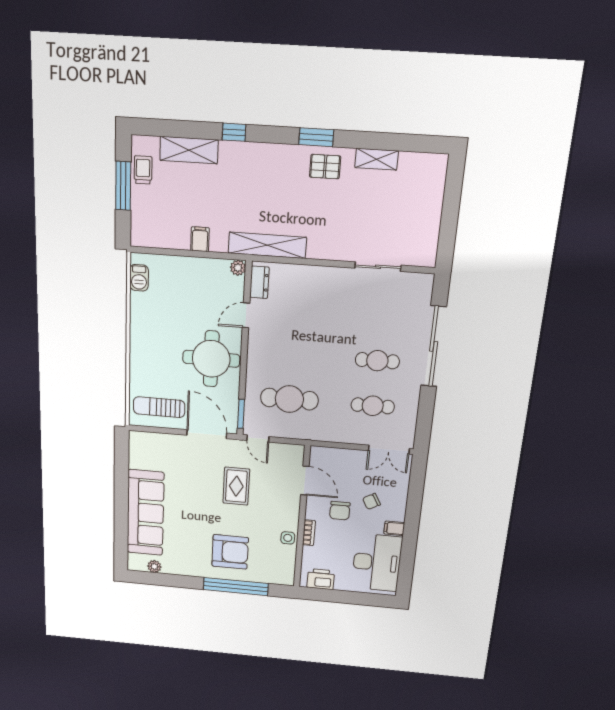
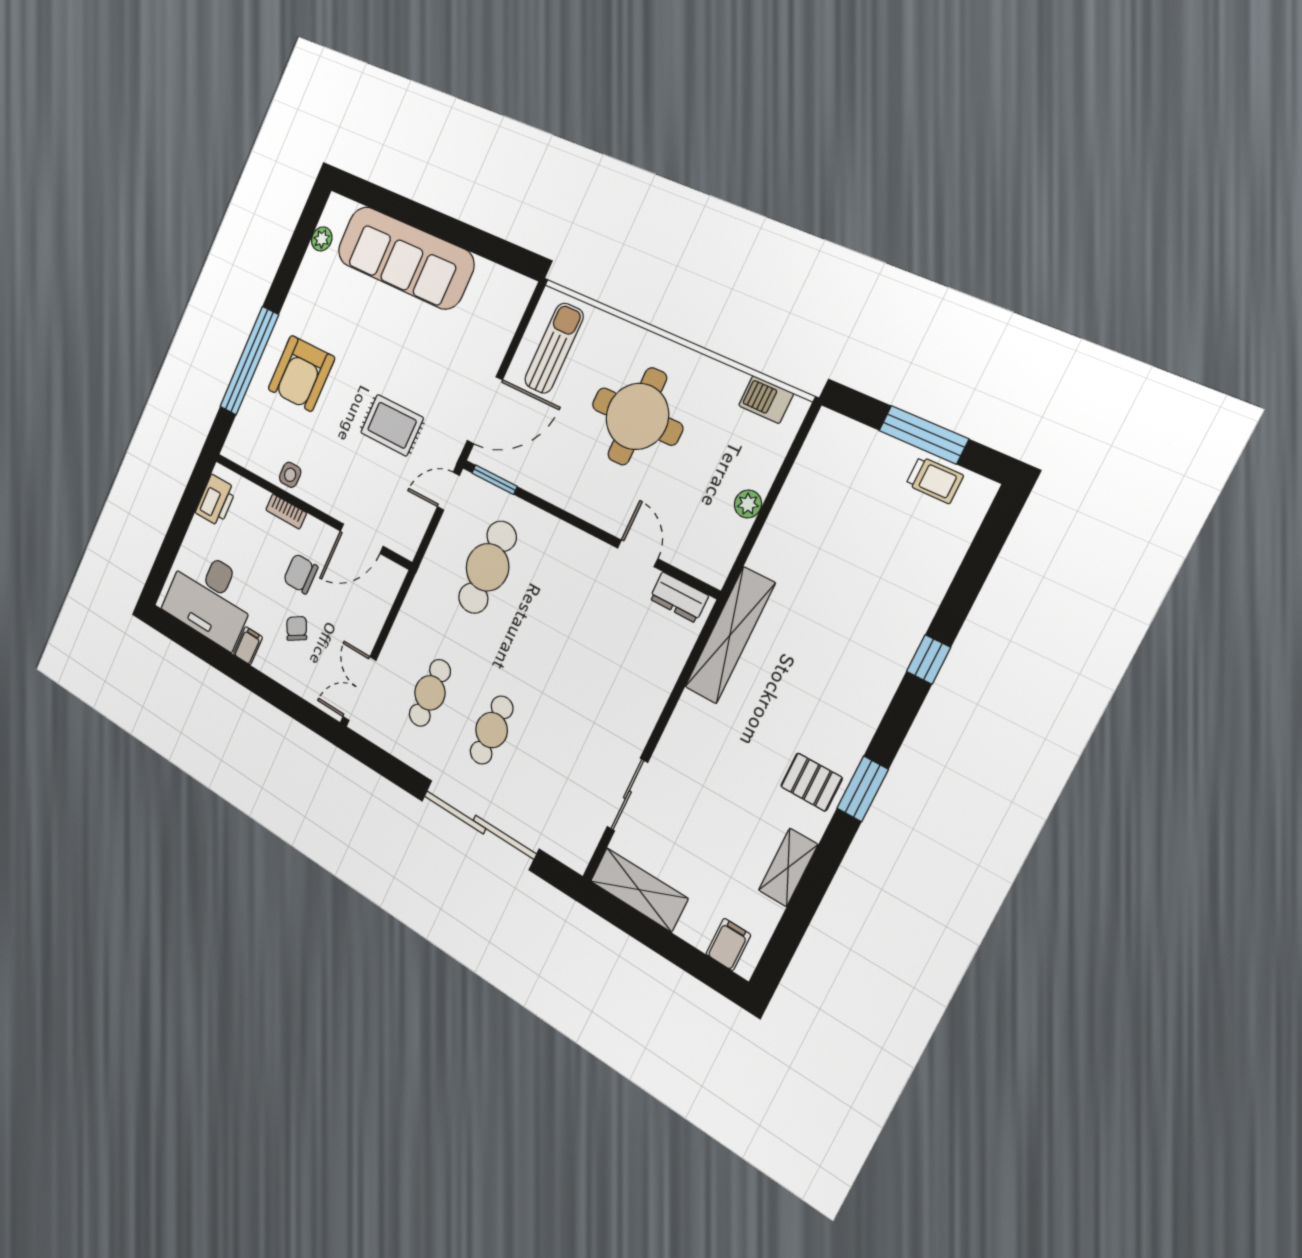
shelving: (189, 150) -> (639, 890), moved, turned 90
pallet: (325, 167) -> (811, 782), turned 90
filing cabinet: (200, 239) -> (728, 944), moved, turned -90
plant: (238, 268) -> (748, 504), moved
round table: (211, 359) -> (637, 416), moved

